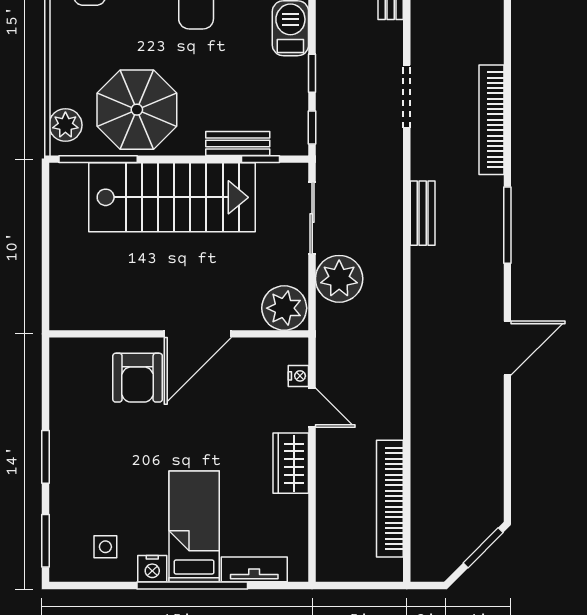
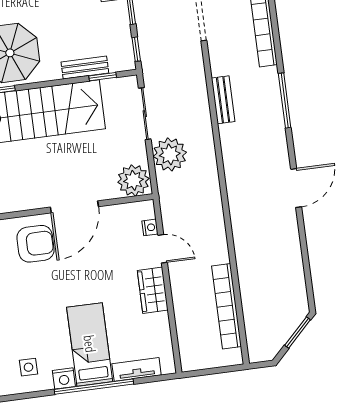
armchair: (138, 378) -> (35, 244), turned -90

